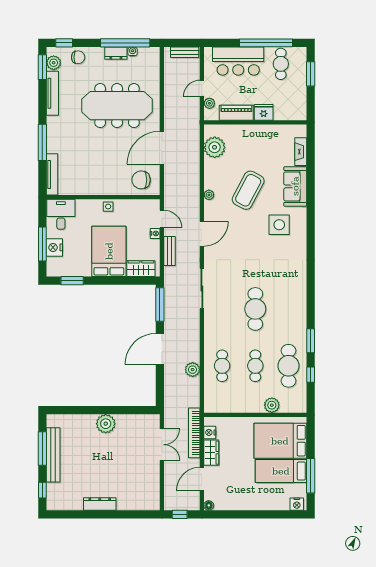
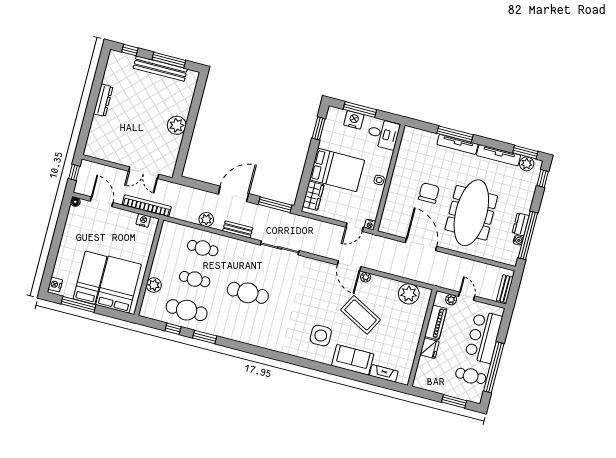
chair: (78, 57) -> (526, 188), removed
tv unit: (52, 174) -> (457, 144), moved
chair: (141, 180) -> (429, 193), moved
nightstand: (155, 233) -> (370, 224), moved
door: (202, 234) -> (349, 266), moved
bench: (169, 251) -> (238, 229), moved
door: (160, 349) -> (233, 194), hinge flipped
wardrobe: (211, 453) -> (124, 217), removed

